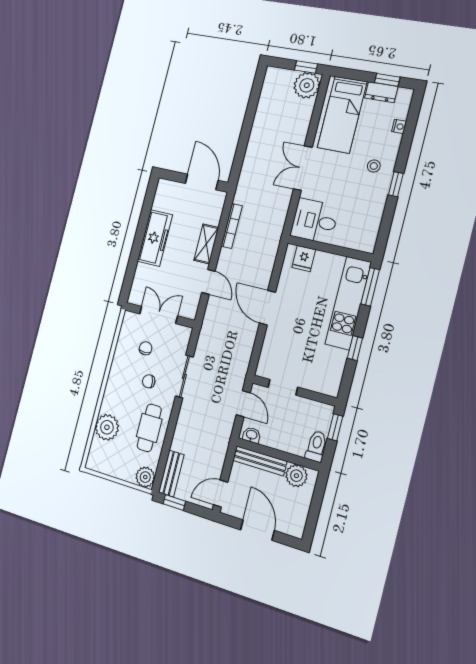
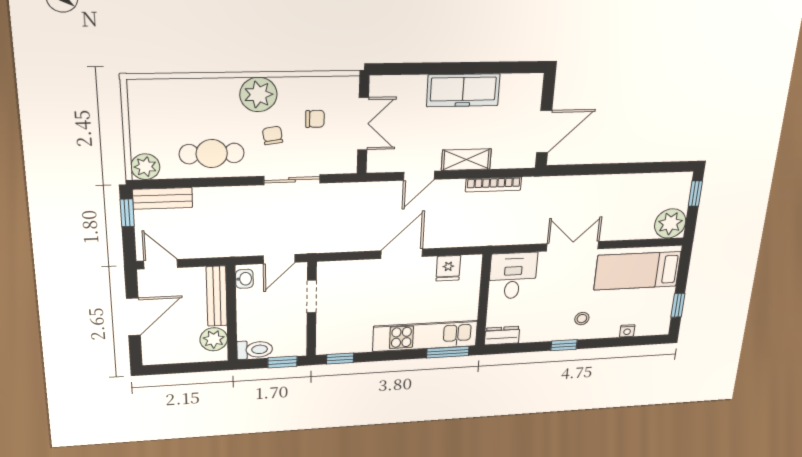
window: (306, 67) -> (695, 194), moved
dresser: (381, 92) -> (502, 336), moved, turned 90
fridge: (304, 259) -> (448, 268), moved, turned -90
window: (355, 348) -> (340, 359), moved
plant: (107, 427) -> (258, 94), moved

